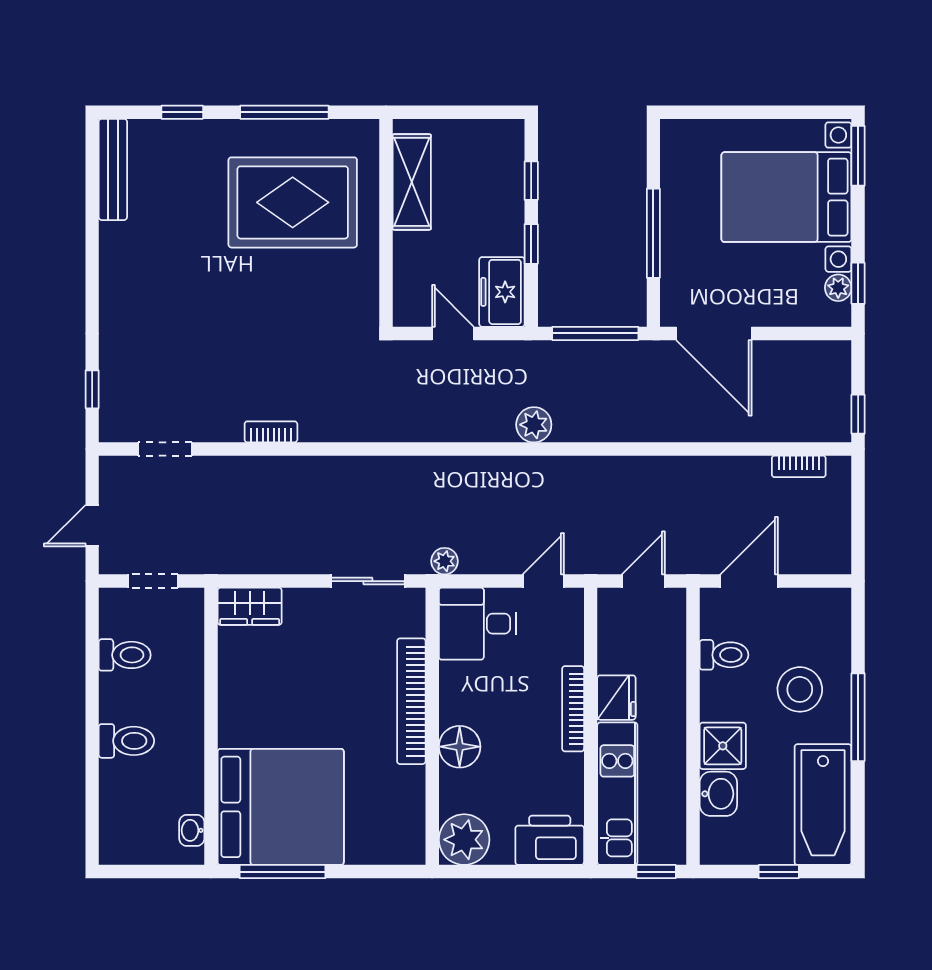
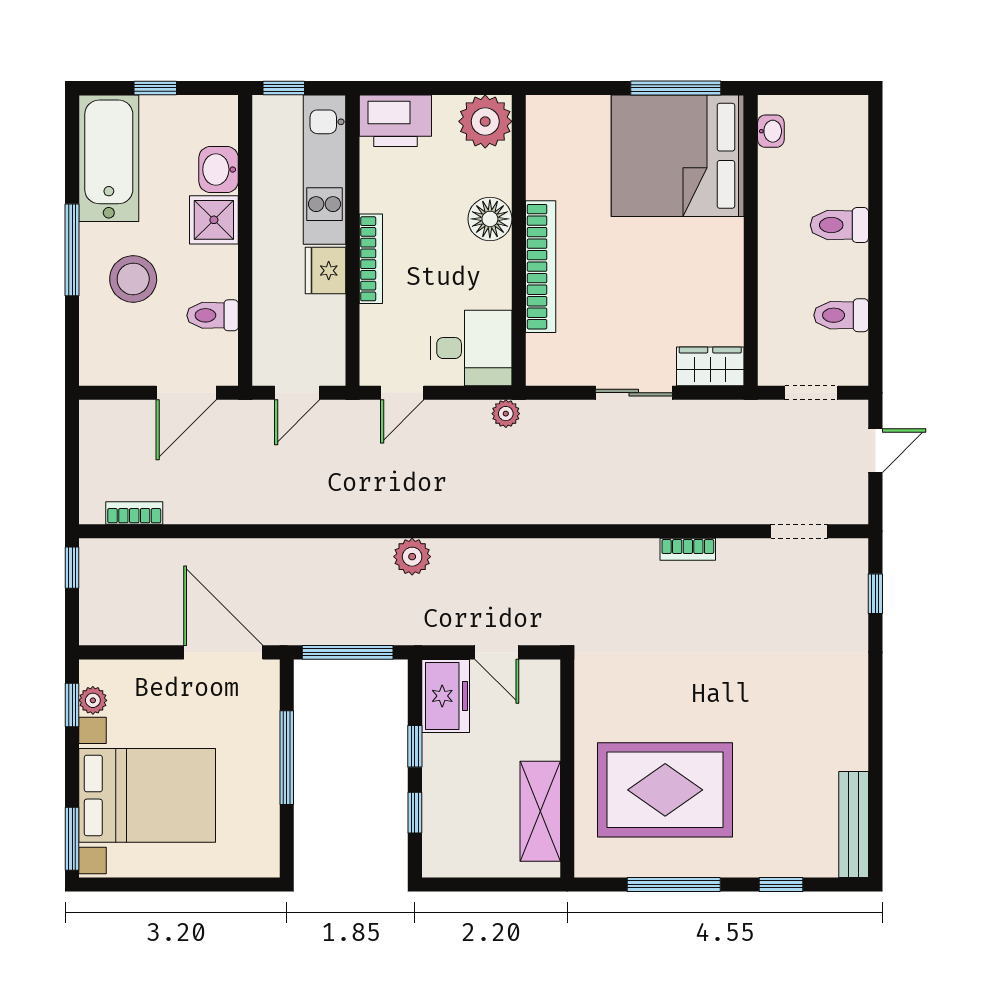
sliding door: (368, 581) -> (634, 393), moved

